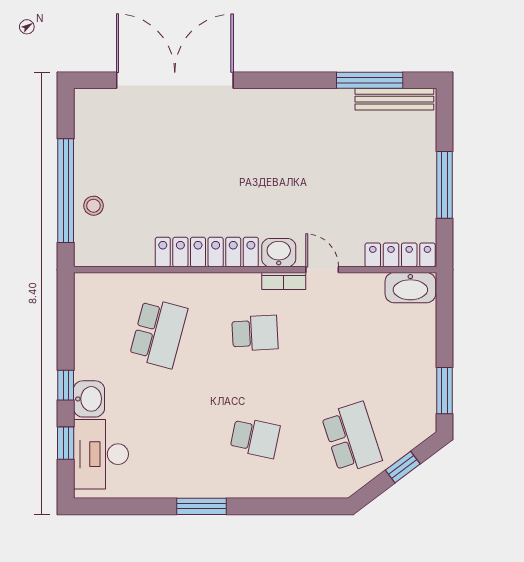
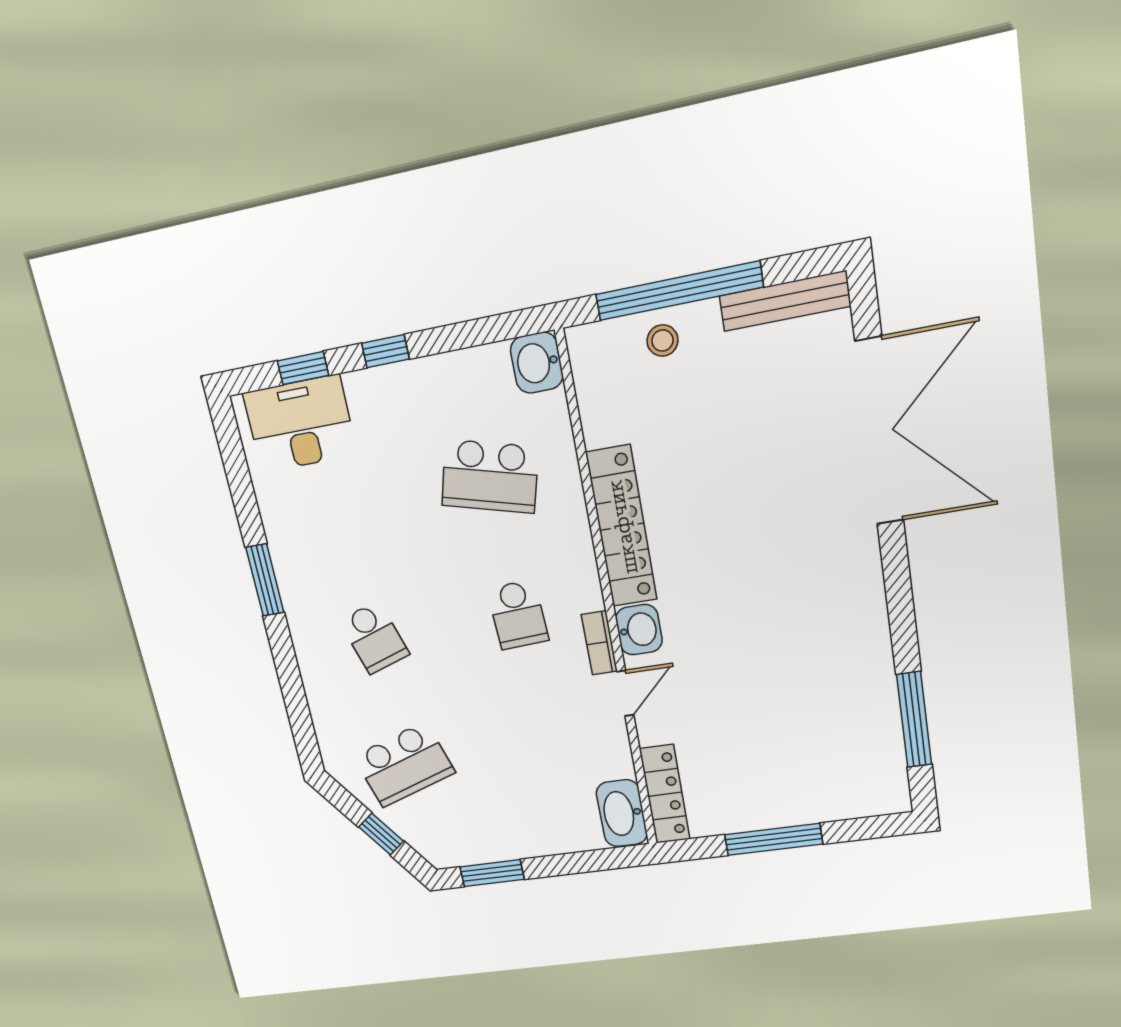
bench: (394, 99) -> (785, 301), moved, turned 90
washbasin: (89, 399) -> (537, 363), moved, turned 90
school desk: (255, 438) -> (374, 638), turned -30

